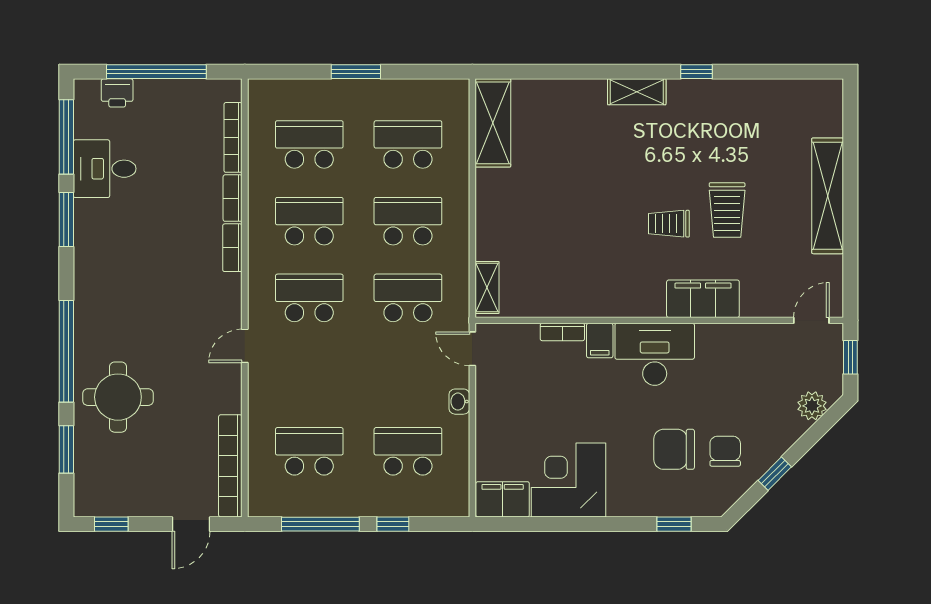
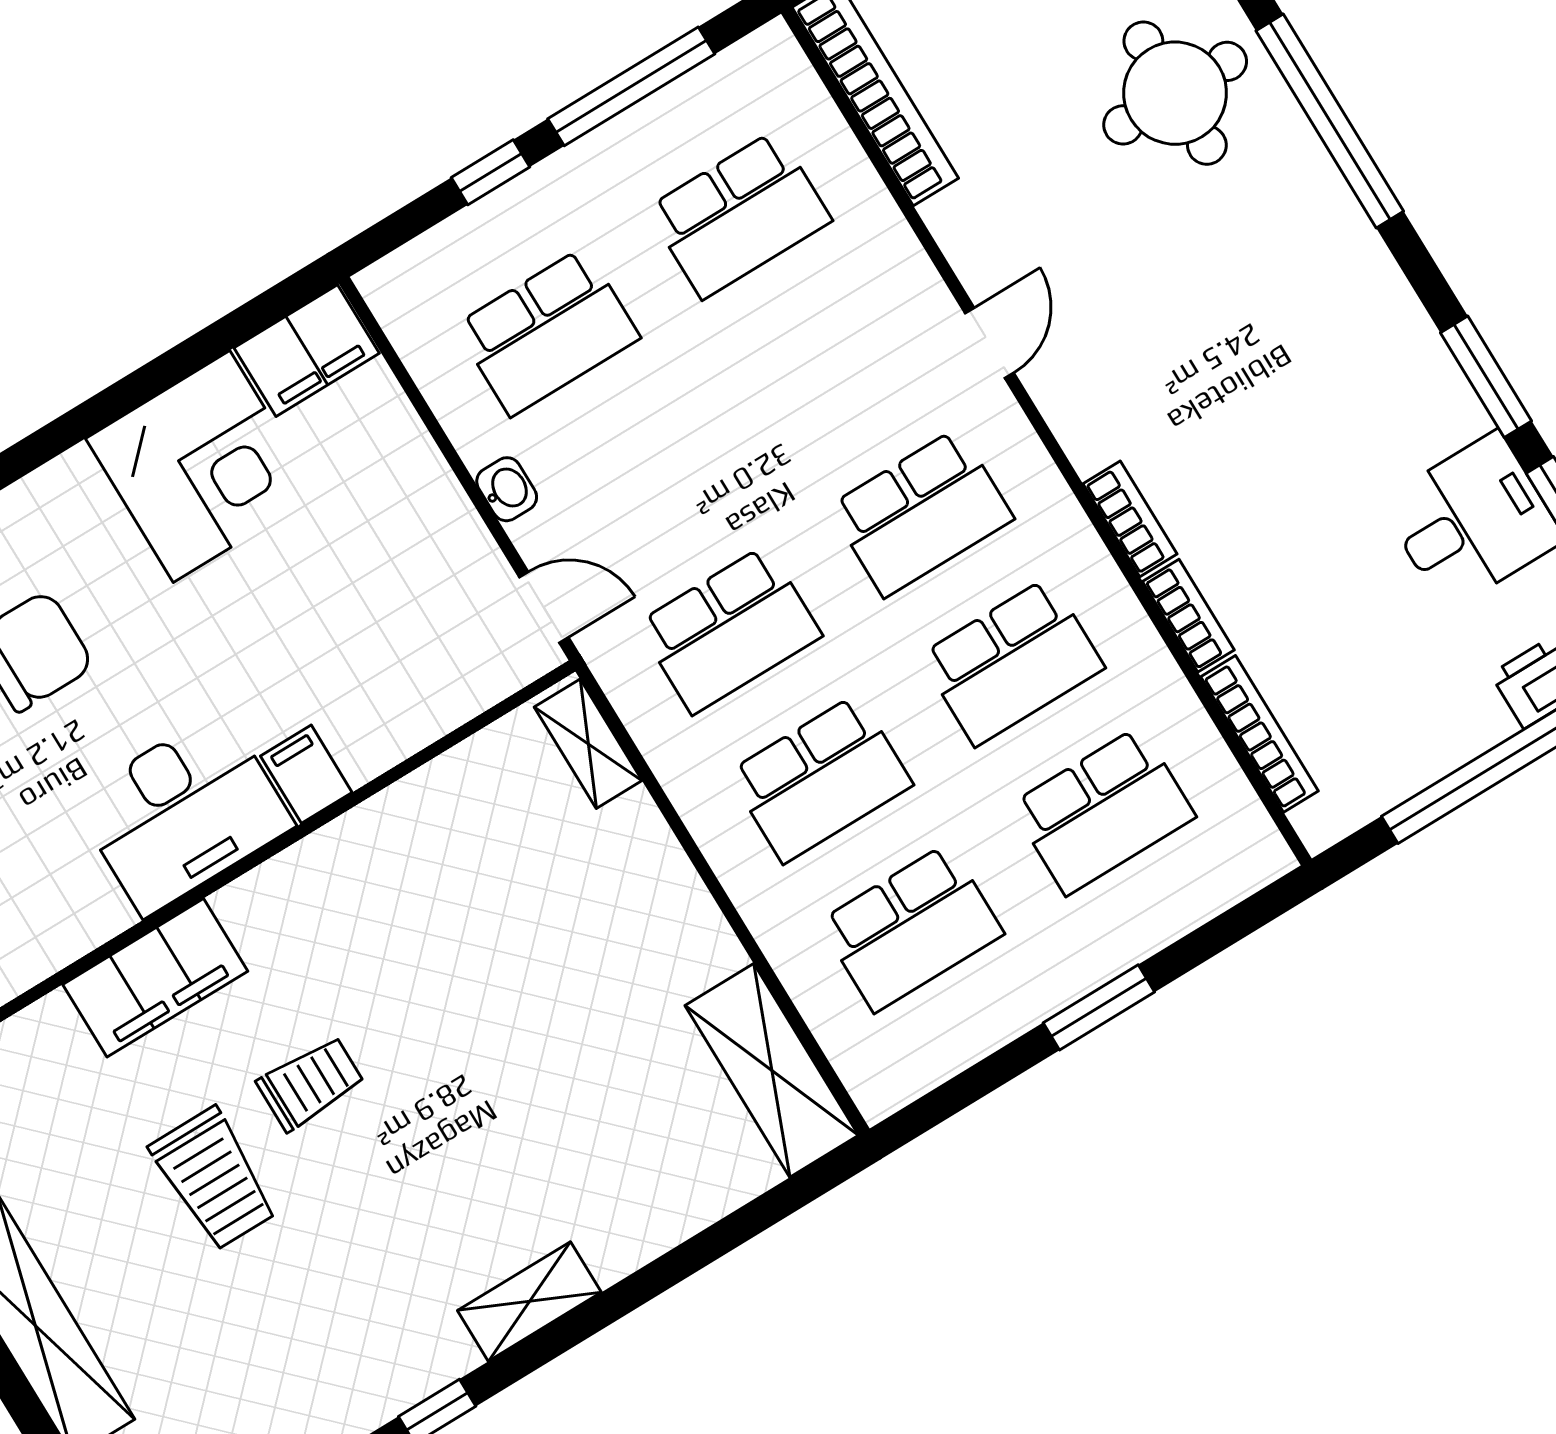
trolley: (727, 210) -> (214, 1179), turned 180
bookcase: (562, 332) -> (389, 747), removed

